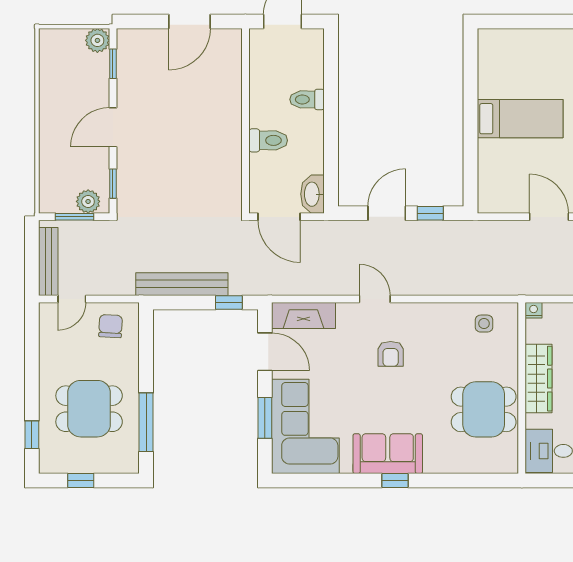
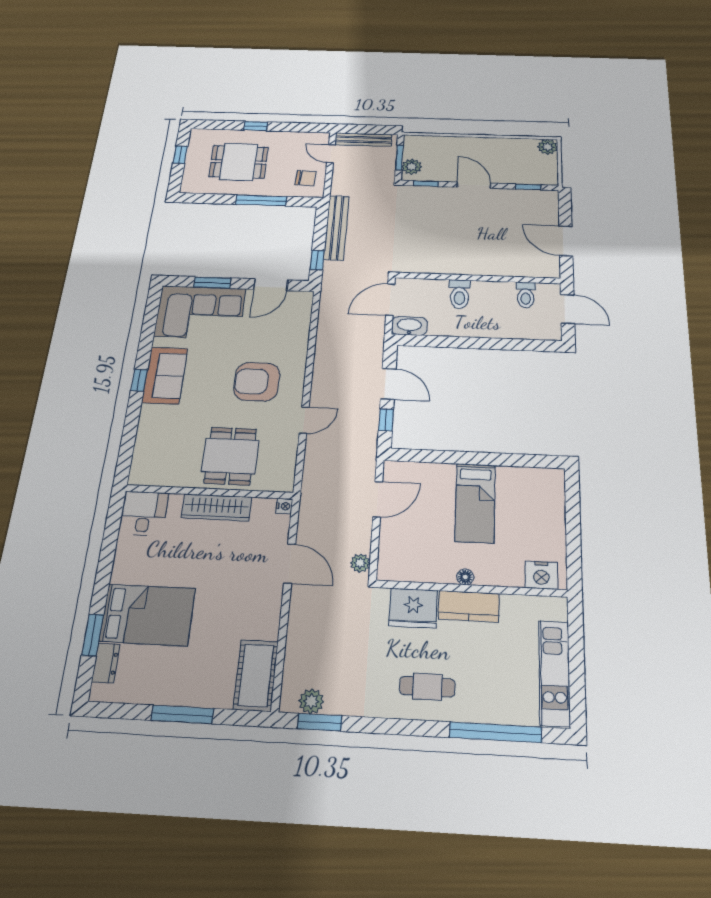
plant: (97, 40) -> (548, 147), moved
toilet: (307, 99) -> (526, 295), moved, turned 180
door: (549, 217) -> (378, 499), moved
door: (375, 299) -> (304, 420), moved
fireplace: (303, 315) -> (300, 315), removed
side table: (484, 324) -> (276, 461), removed
armchair: (391, 354) -> (257, 382), width x1.88, depth x1.88
dining table: (89, 409) -> (239, 162), turned 90
dining table: (484, 409) -> (230, 456), moved
window: (146, 422) -> (261, 200), moved
window: (32, 435) -> (256, 126), moved

